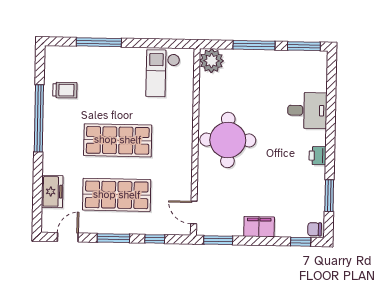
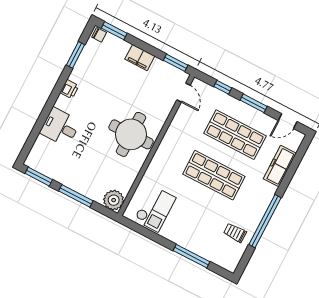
freezer: (52, 192) -> (280, 166), width x1.40
window: (301, 242) -> (114, 31), width x1.50

